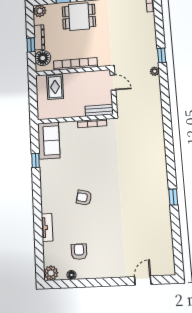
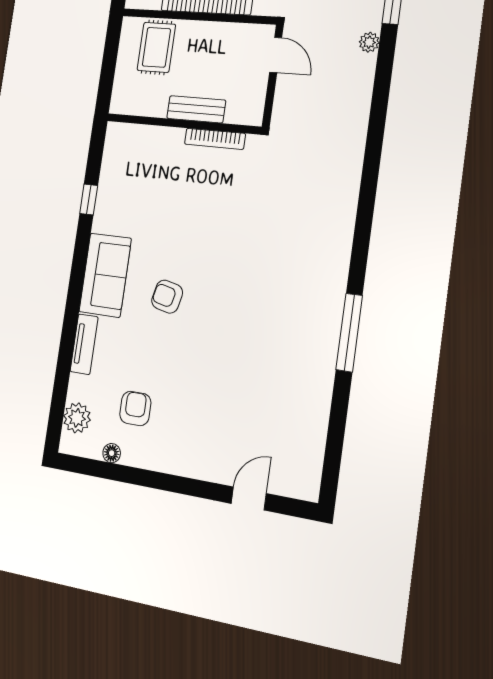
bench: (99, 110) -> (196, 109), moved
sofa: (49, 141) -> (105, 275), moved
window: (173, 197) -> (349, 333), width x2.17
plant: (51, 273) -> (77, 418), moved

